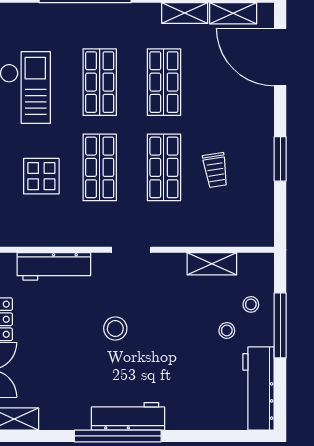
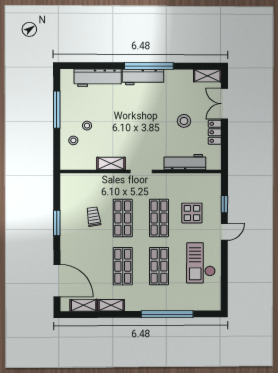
shelving: (212, 264) -> (111, 164), moved
window: (280, 325) -> (57, 110), moved
stool: (115, 328) -> (184, 121), moved
workbench: (259, 389) -> (98, 78), moved, turned 90

